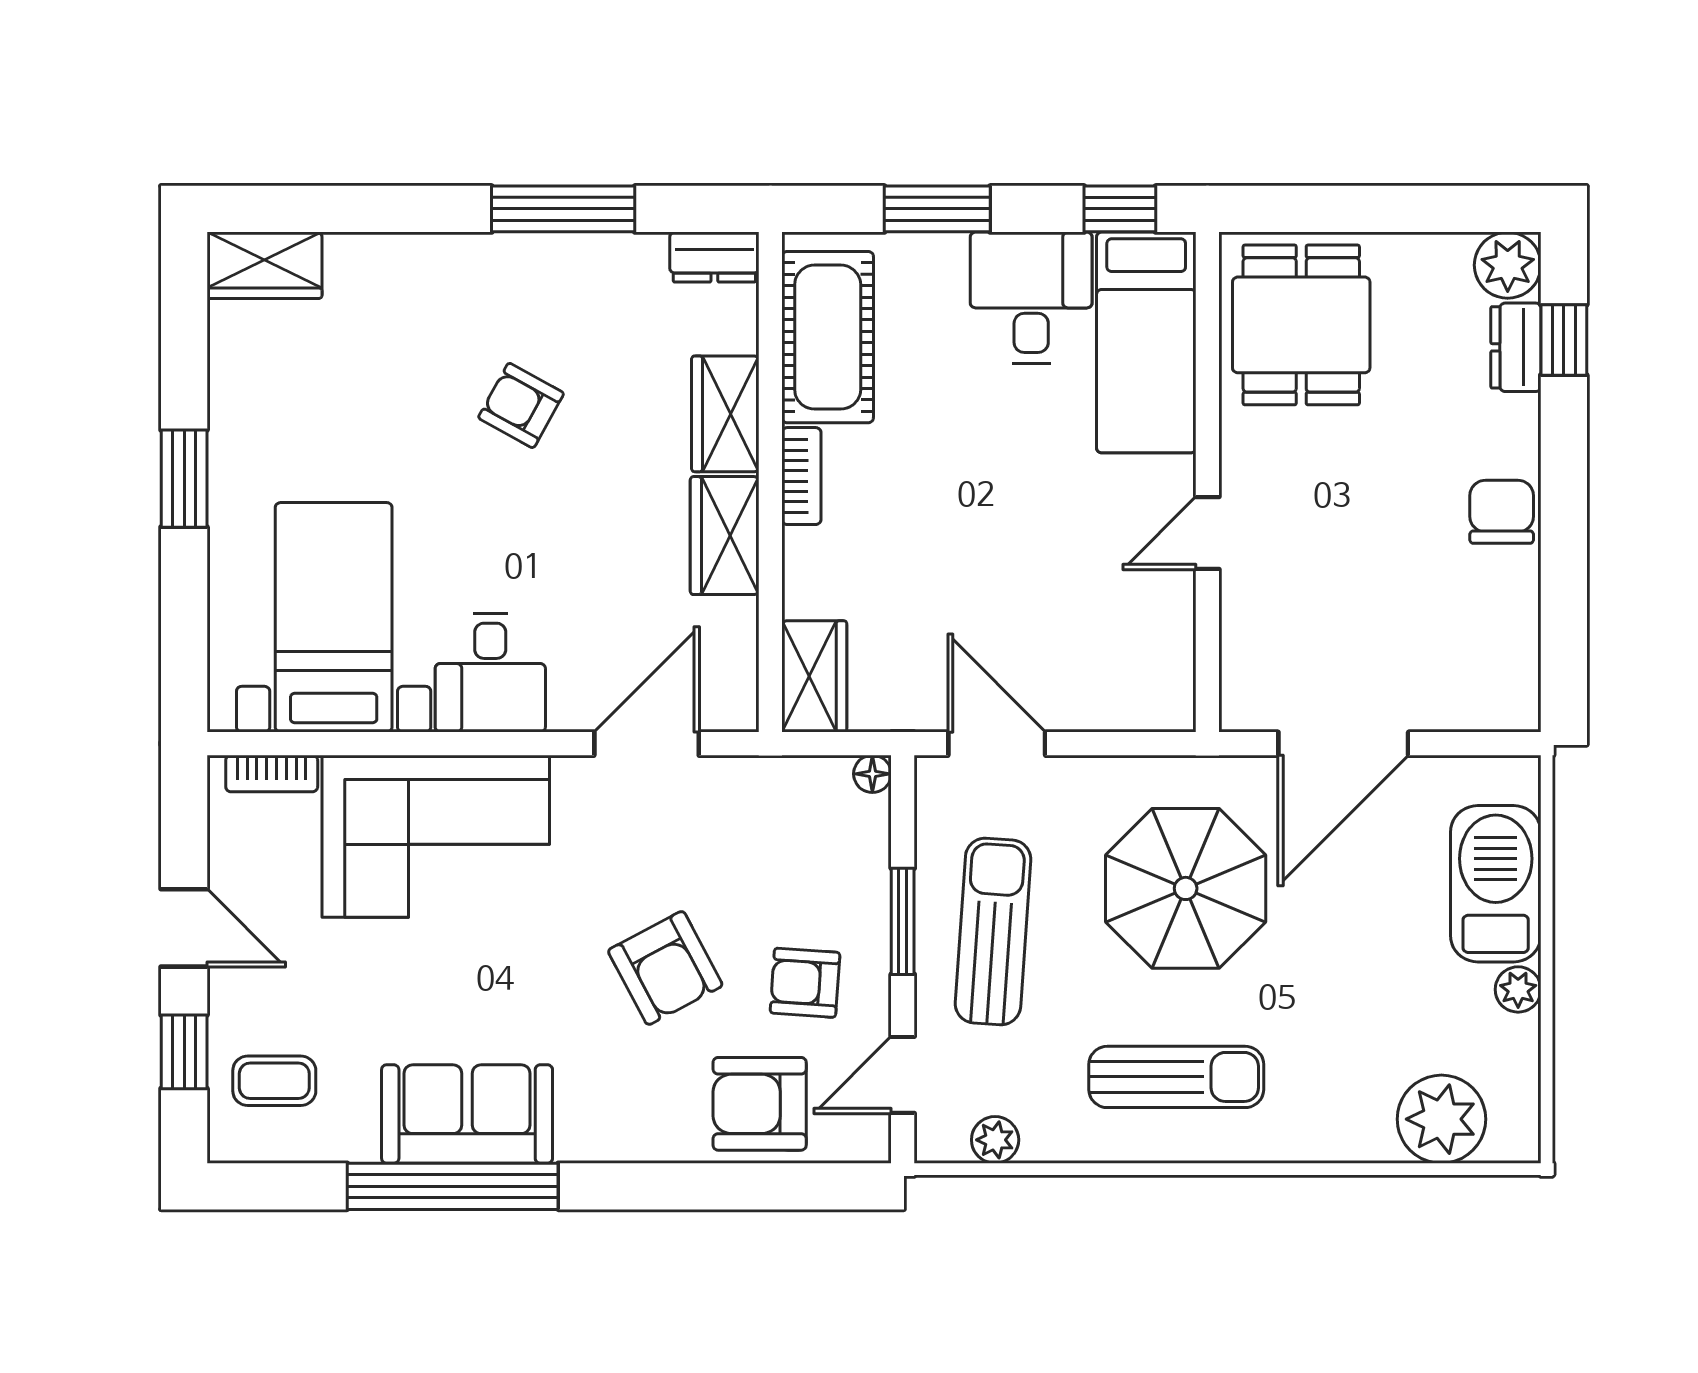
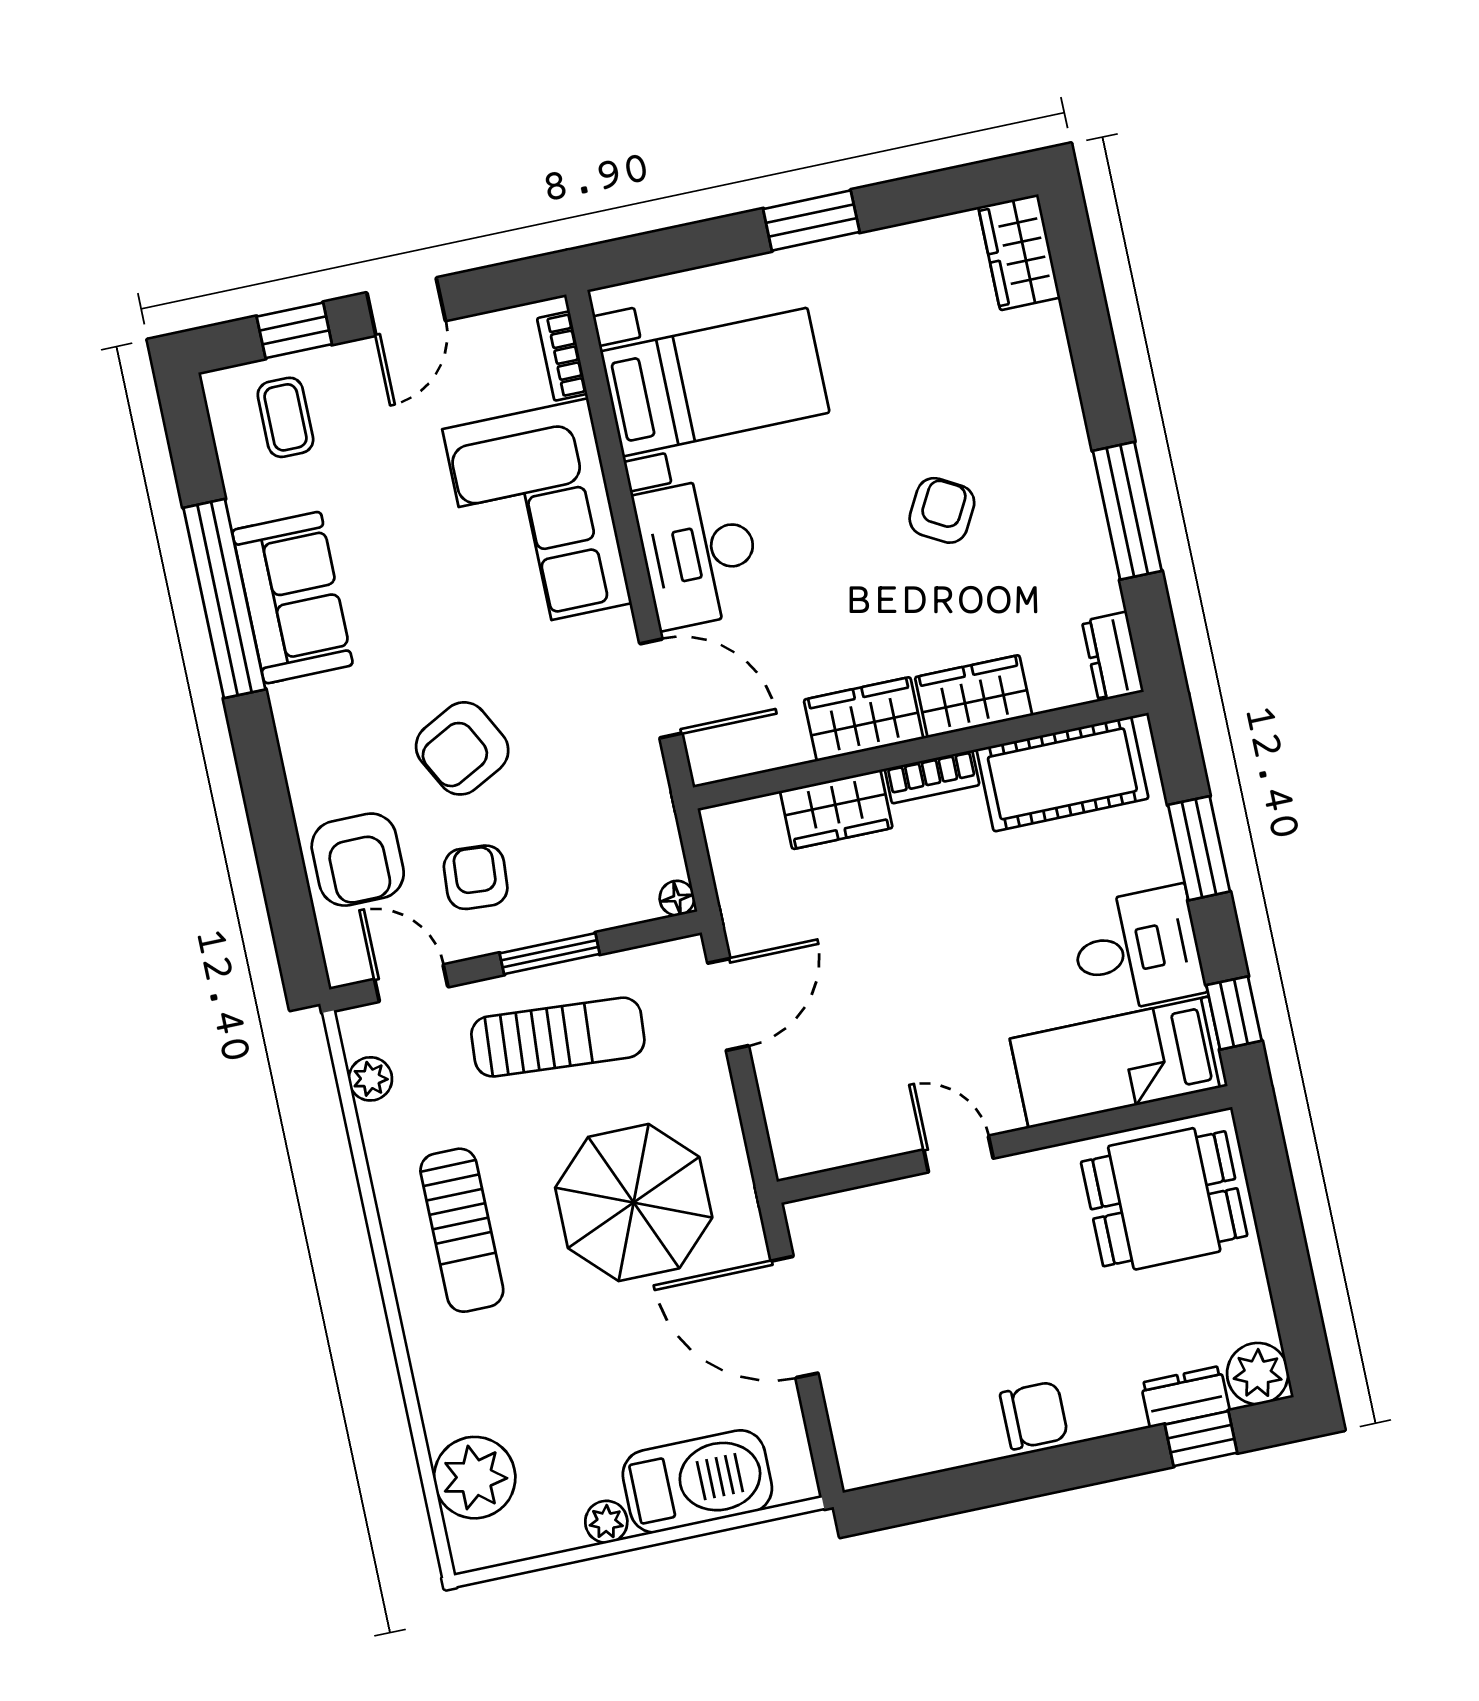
desk: (490, 673) -> (699, 552), width x1.37
wardrobe: (814, 676) -> (836, 809), moved
armchair: (760, 1104) -> (358, 860), turned 180

